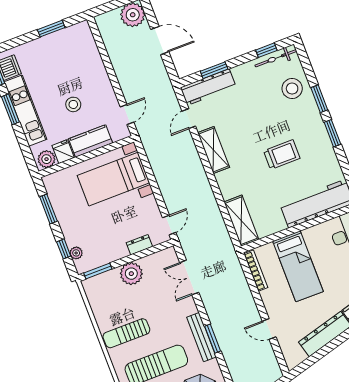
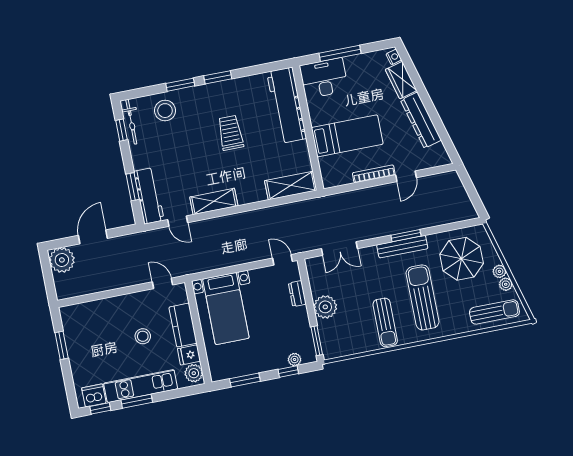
bookcase: (256, 271) -> (374, 174), moved

